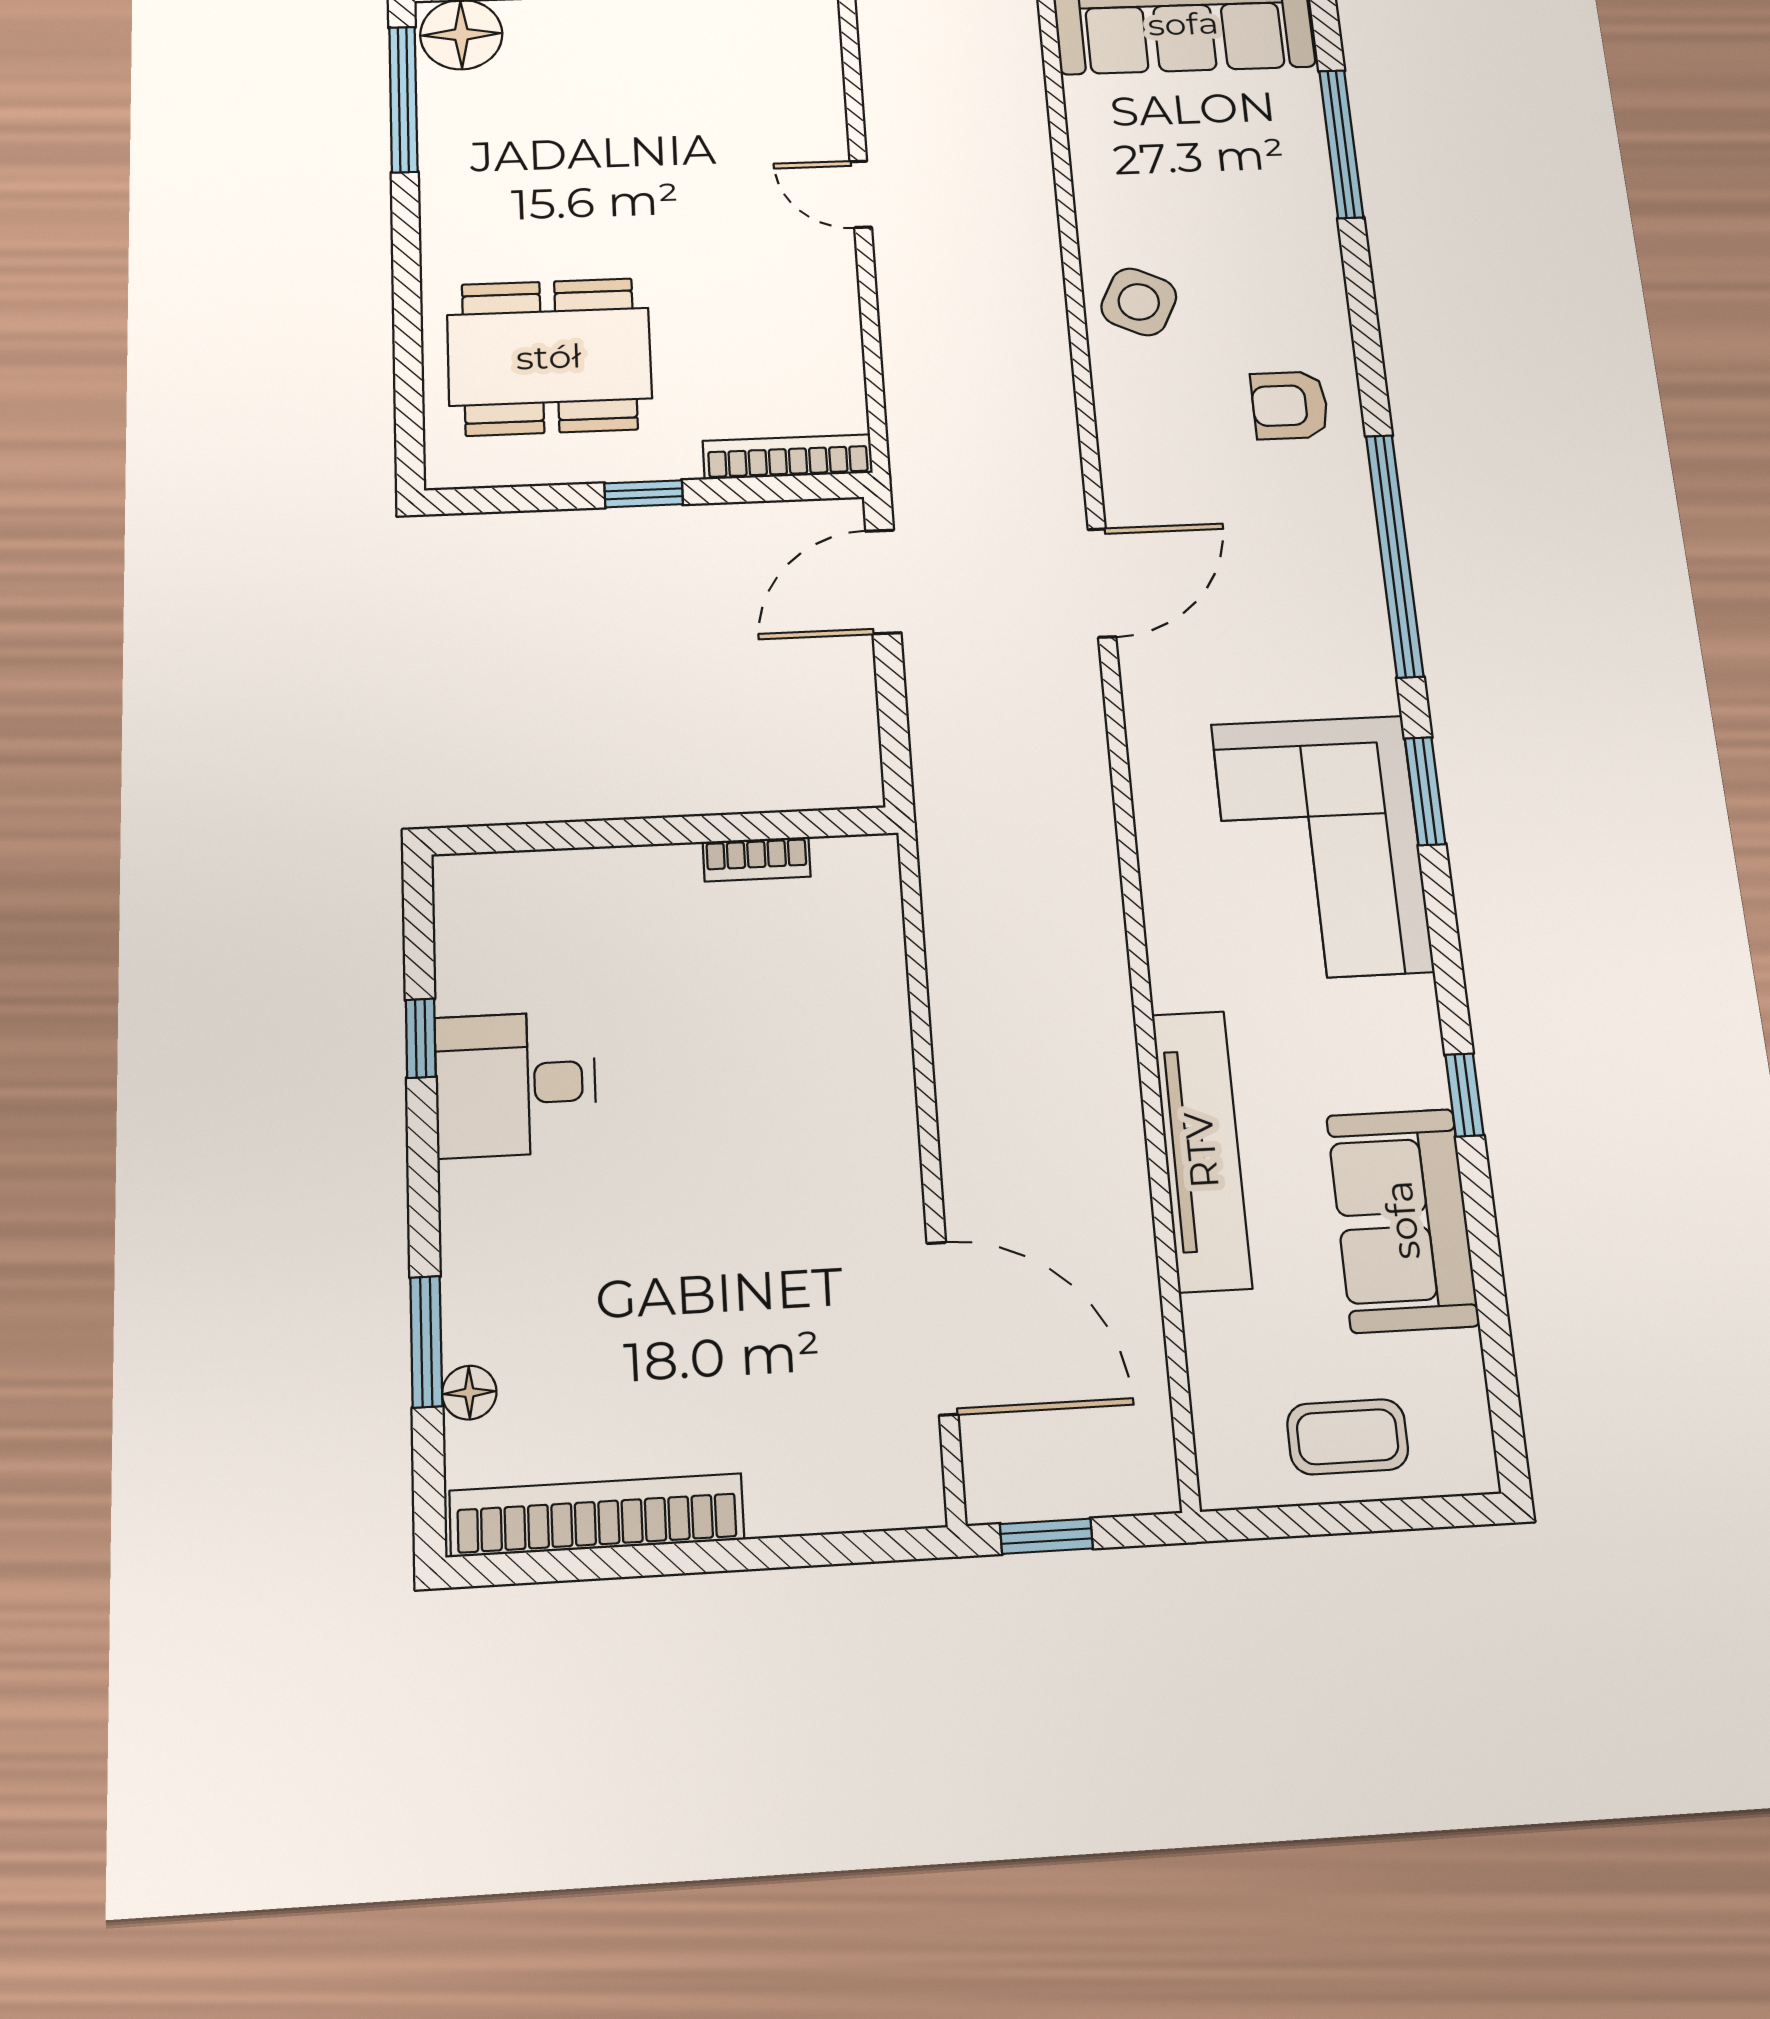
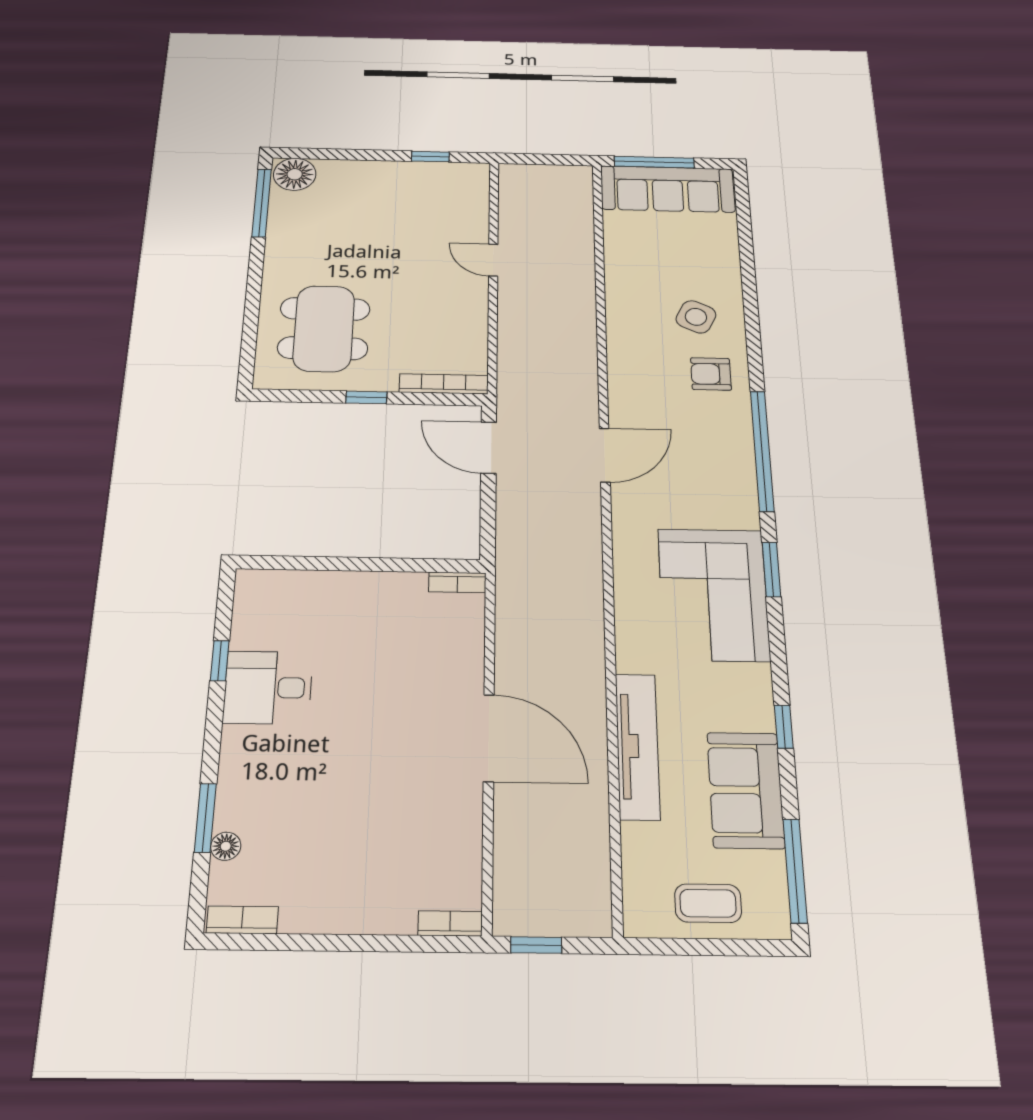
window: (1341, 144) -> (795, 871), moved
side table: (1139, 302) -> (696, 317), moved
dining table: (549, 357) -> (324, 328), turned 90
door: (883, 582) -> (489, 448), hinge flipped
bookcase: (757, 859) -> (457, 582), moved
door: (942, 1328) -> (489, 738), moved
bookcase: (889, 1508) -> (450, 923), added
bookcase: (597, 1515) -> (242, 920), width x0.43, depth x0.76

